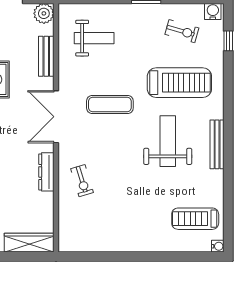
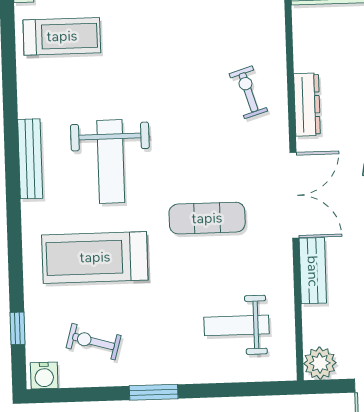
bench: (46, 56) -> (313, 271), moved

